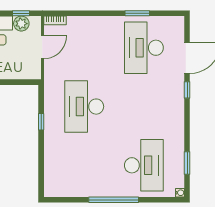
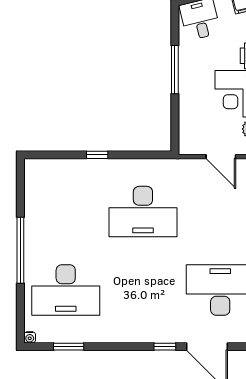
desk: (84, 107) -> (143, 212), turned 180
window: (41, 122) -> (97, 155), moved

